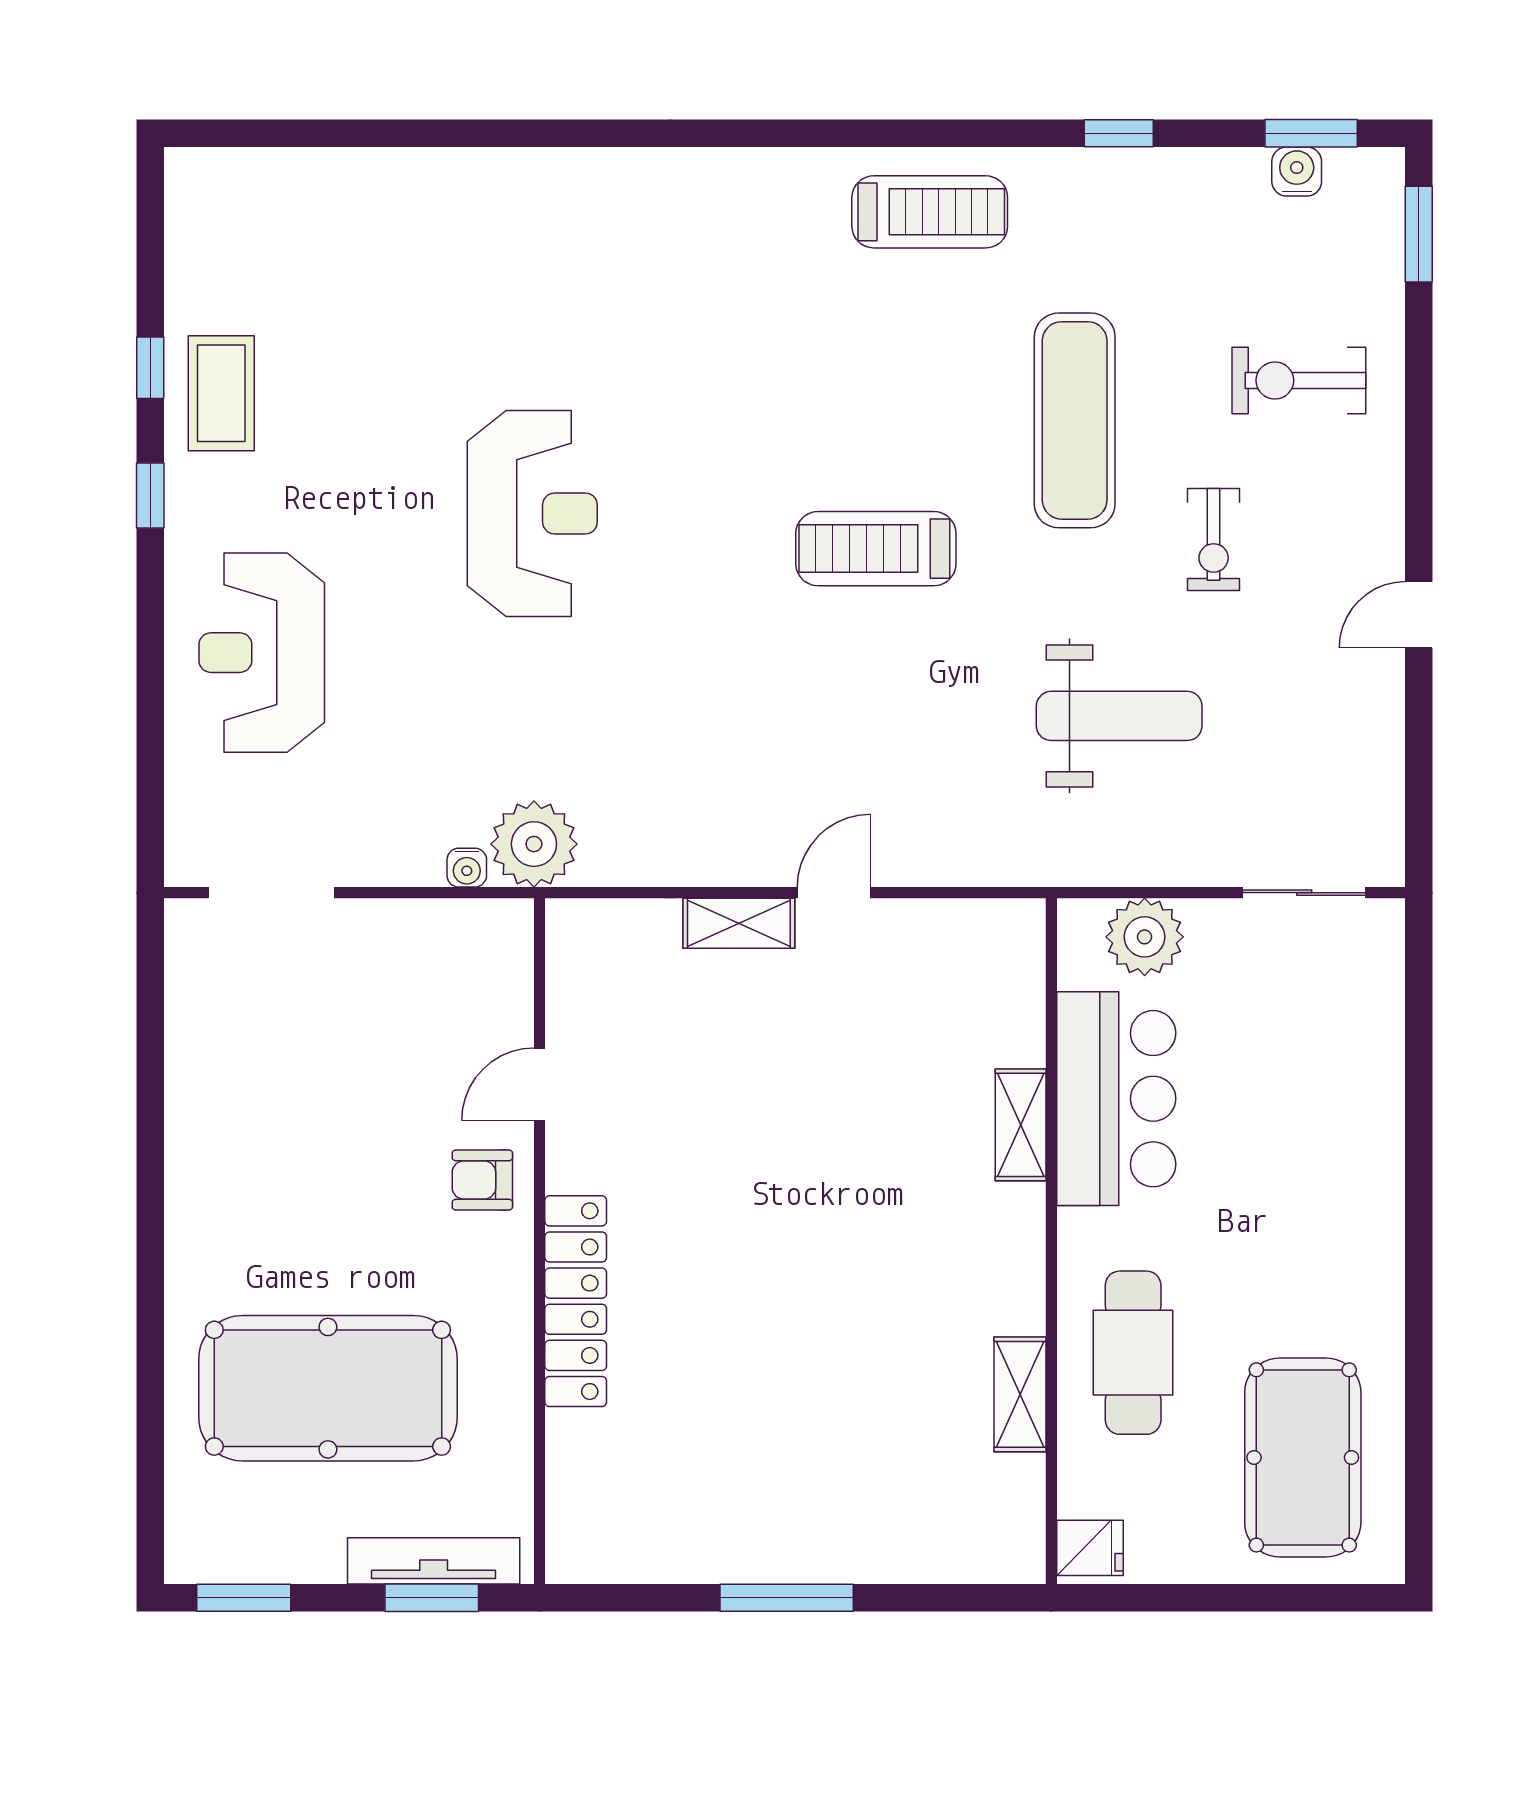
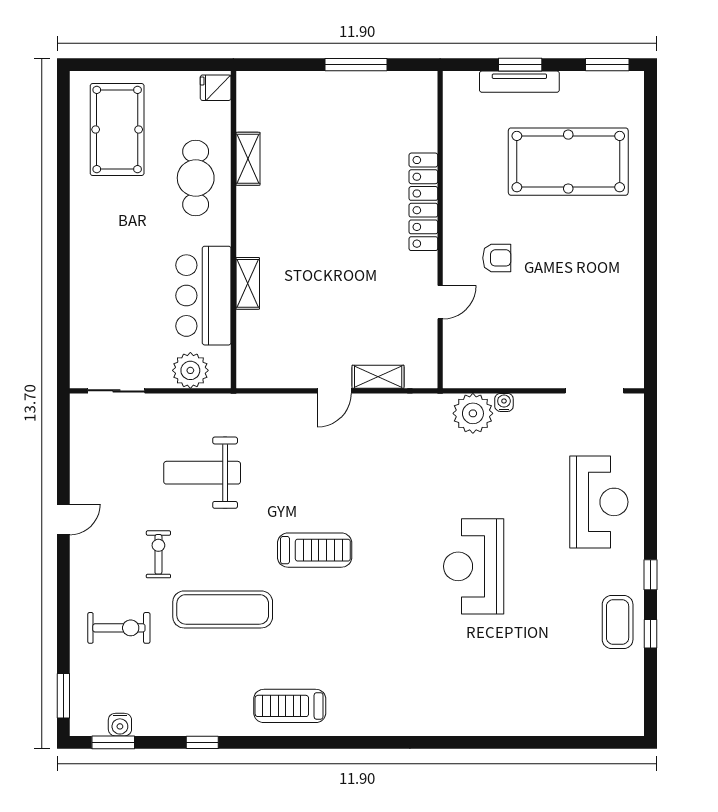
exercise mat: (1075, 420) -> (223, 609), turned 90
door: (540, 1084) -> (440, 302), moved
wall: (540, 1241) -> (440, 230), moved
locker: (576, 1301) -> (423, 202), moved

